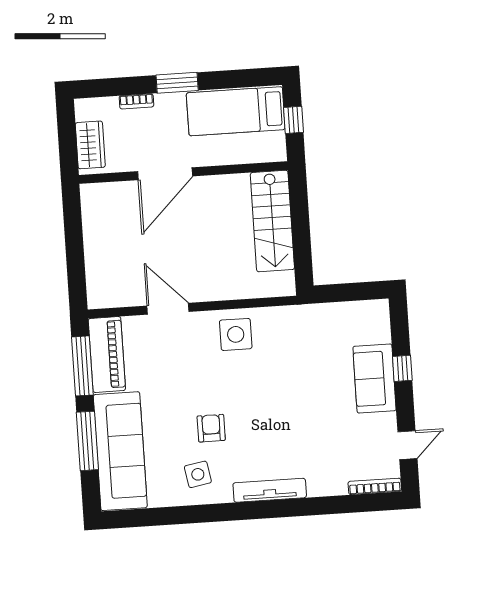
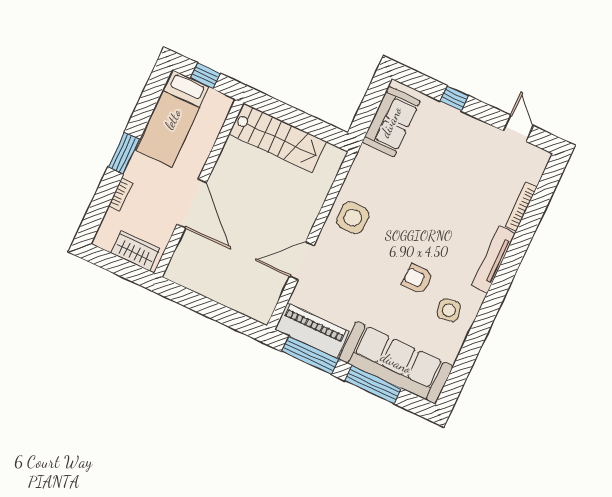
sofa: (375, 379) -> (391, 122), moved, turned -90
bookcase: (375, 486) -> (521, 207), moved

